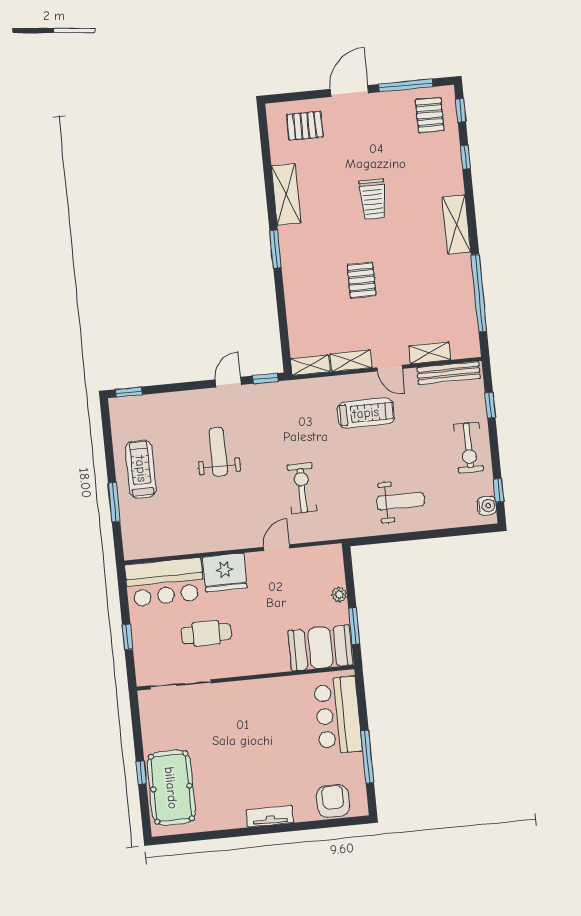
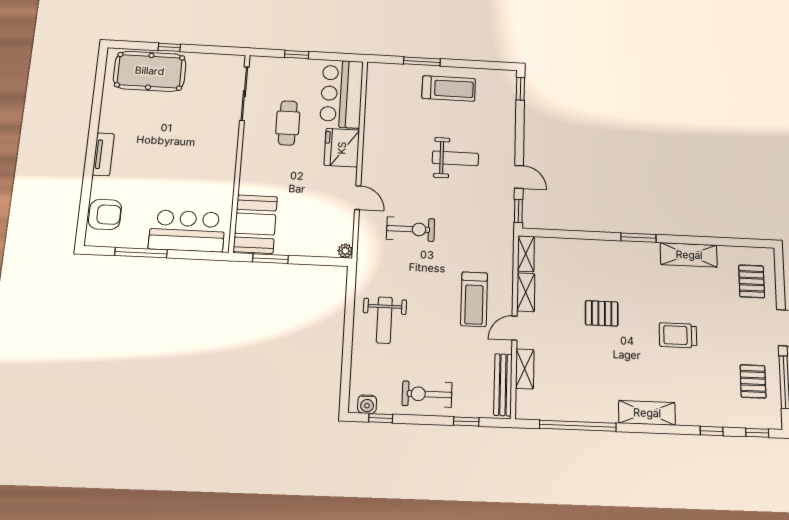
pallet: (430, 115) -> (753, 381), moved, turned 90
plant: (339, 595) -> (345, 251), moved

